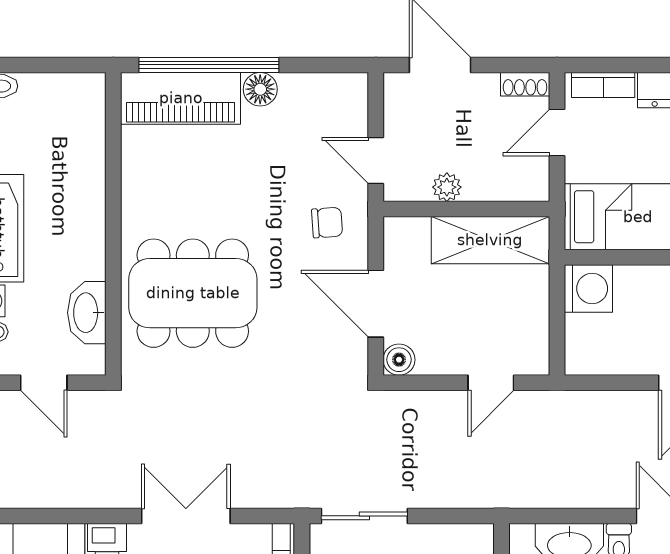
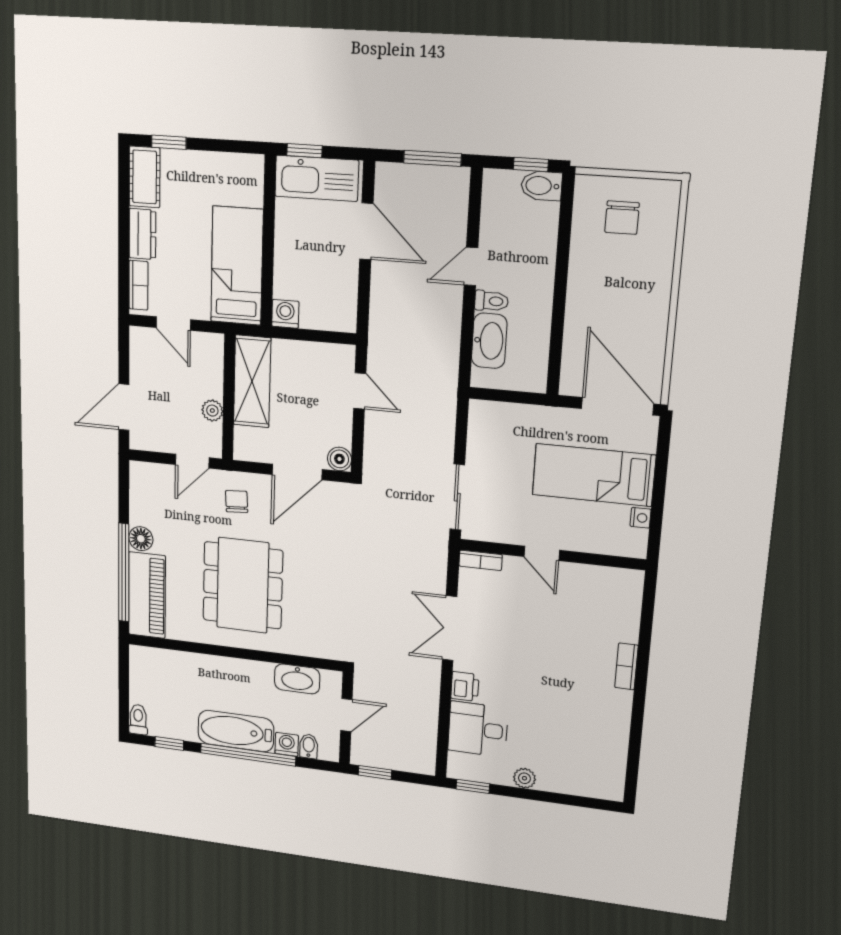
shoe rack: (525, 84) -> (138, 345), removed
washing machine: (588, 289) -> (285, 314), width x0.73, depth x0.73
dining table: (193, 293) -> (243, 585), moved

